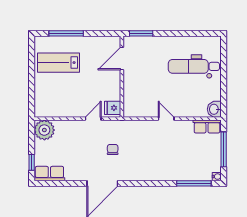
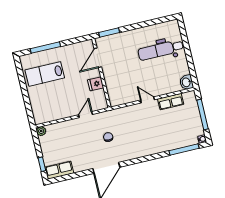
fridge: (113, 108) -> (96, 84), moved
row of seats: (207, 126) -> (171, 102), moved
plant: (44, 130) -> (41, 131), width x0.53, depth x0.53

